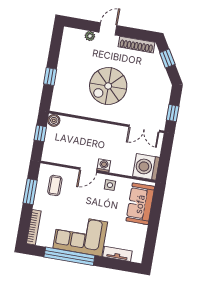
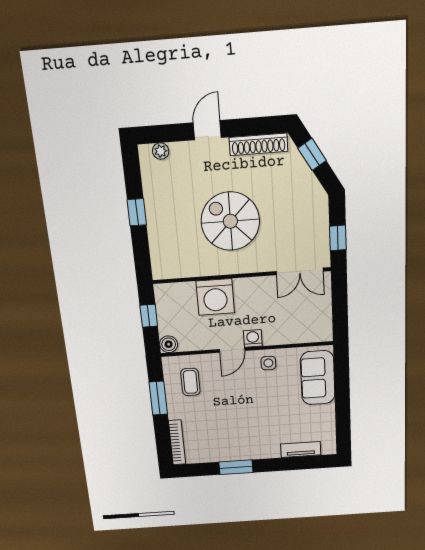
plant: (90, 36) -> (161, 151), moved
window: (50, 76) -> (137, 212), moved
spiral stairs: (108, 86) -> (230, 221), turned 90
boiler: (54, 120) -> (169, 344), moved
washing machine: (146, 167) -> (215, 297), moved, turned -90
corner sofa: (80, 235) -> (244, 437), removed
window: (69, 256) -> (236, 467), width x0.47

